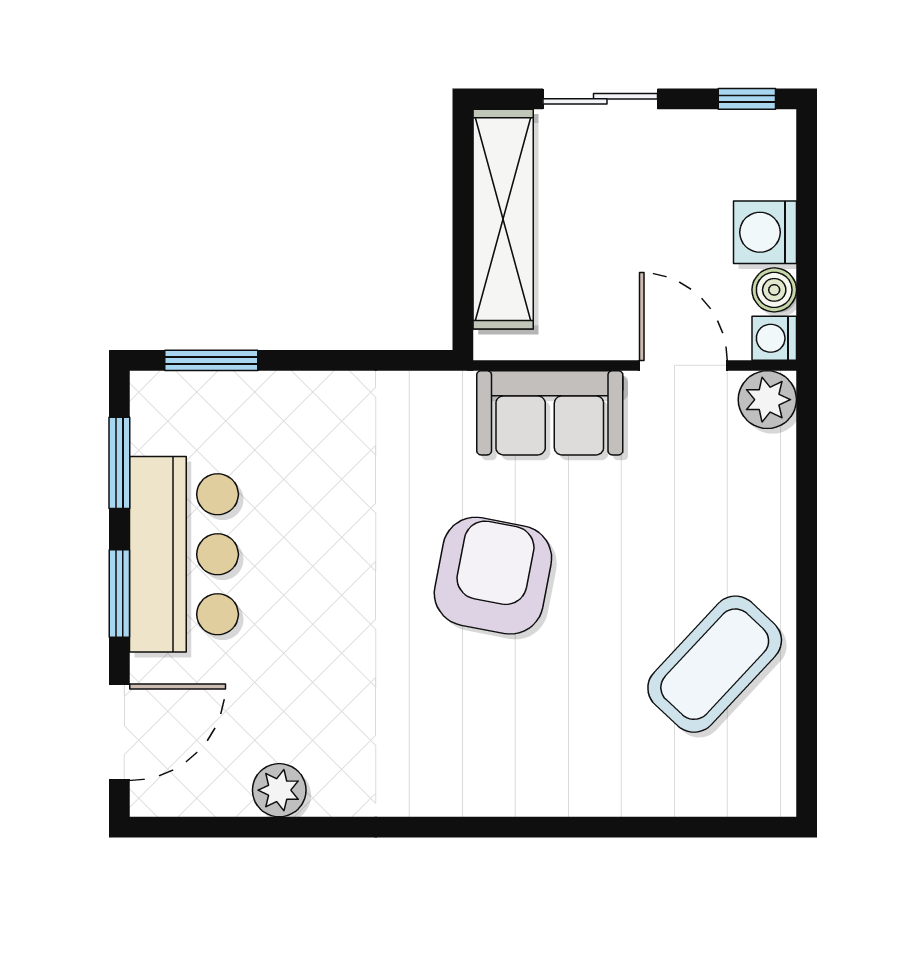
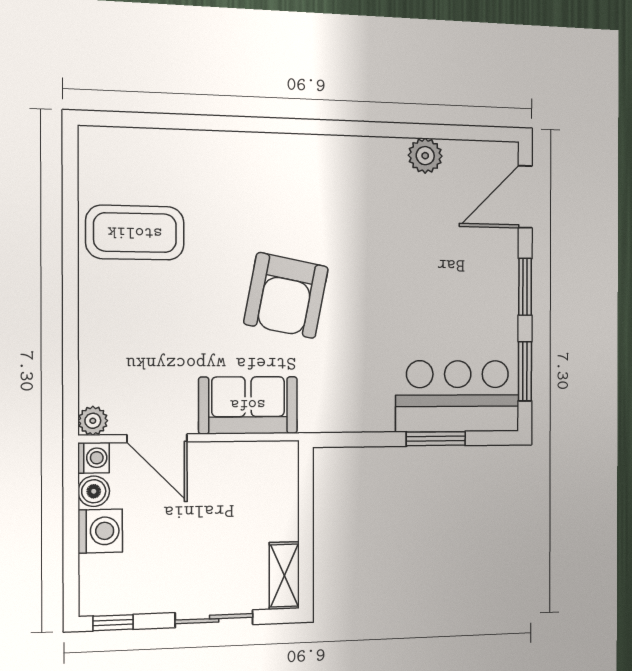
shelving: (503, 219) -> (284, 576), width x0.45, depth x0.75
window: (211, 360) -> (436, 439), moved
plant: (767, 400) -> (93, 421), width x0.73, depth x0.73
bar counter: (184, 554) -> (458, 396), moved, turned 90
coffee table: (715, 664) -> (135, 233), turned 47

